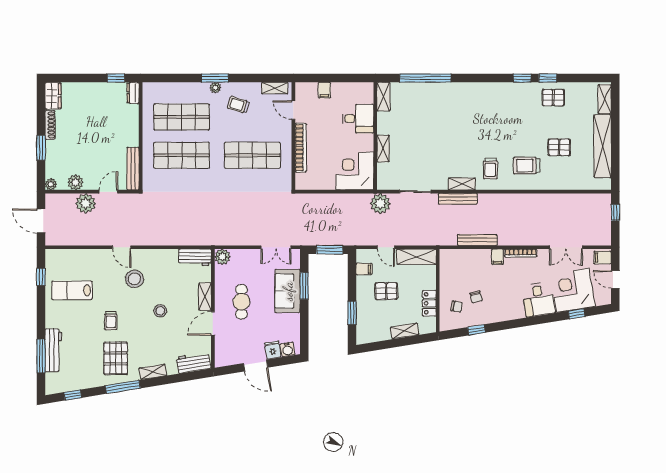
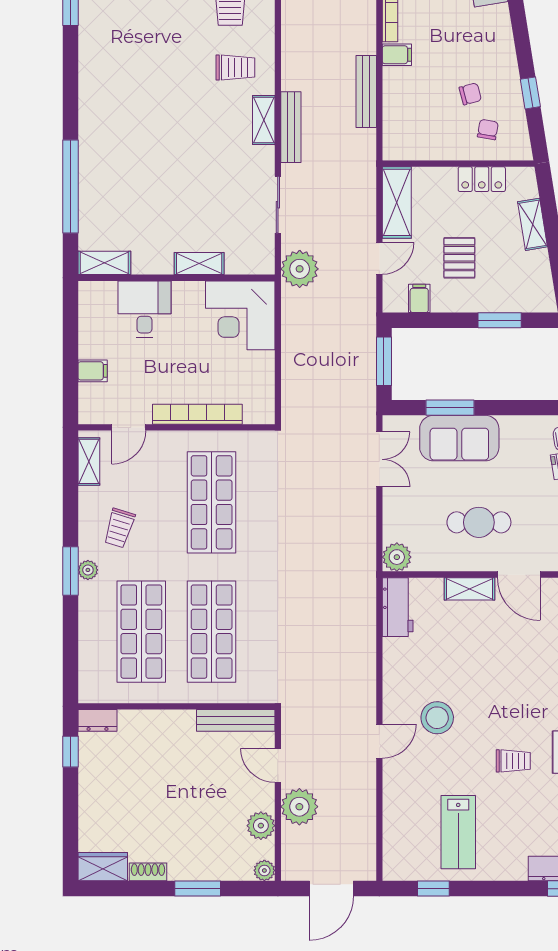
shoe rack: (50, 125) -> (148, 872), width x0.70
stool: (160, 311) -> (496, 671), removed

